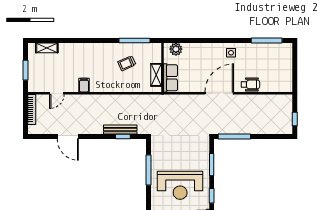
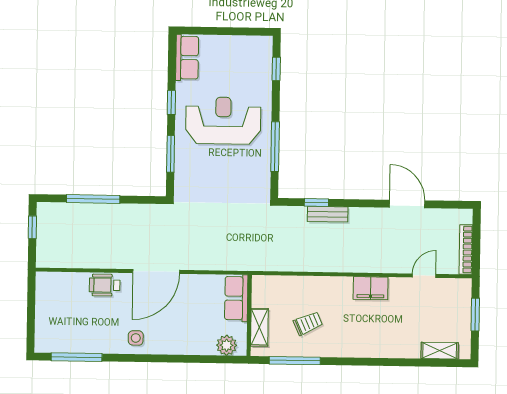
shelving: (156, 75) -> (259, 327), moved
filing cabinet: (84, 85) -> (371, 288), width x2.00
bench: (120, 130) -> (328, 214), width x0.73
window: (234, 137) -> (93, 199), moved

